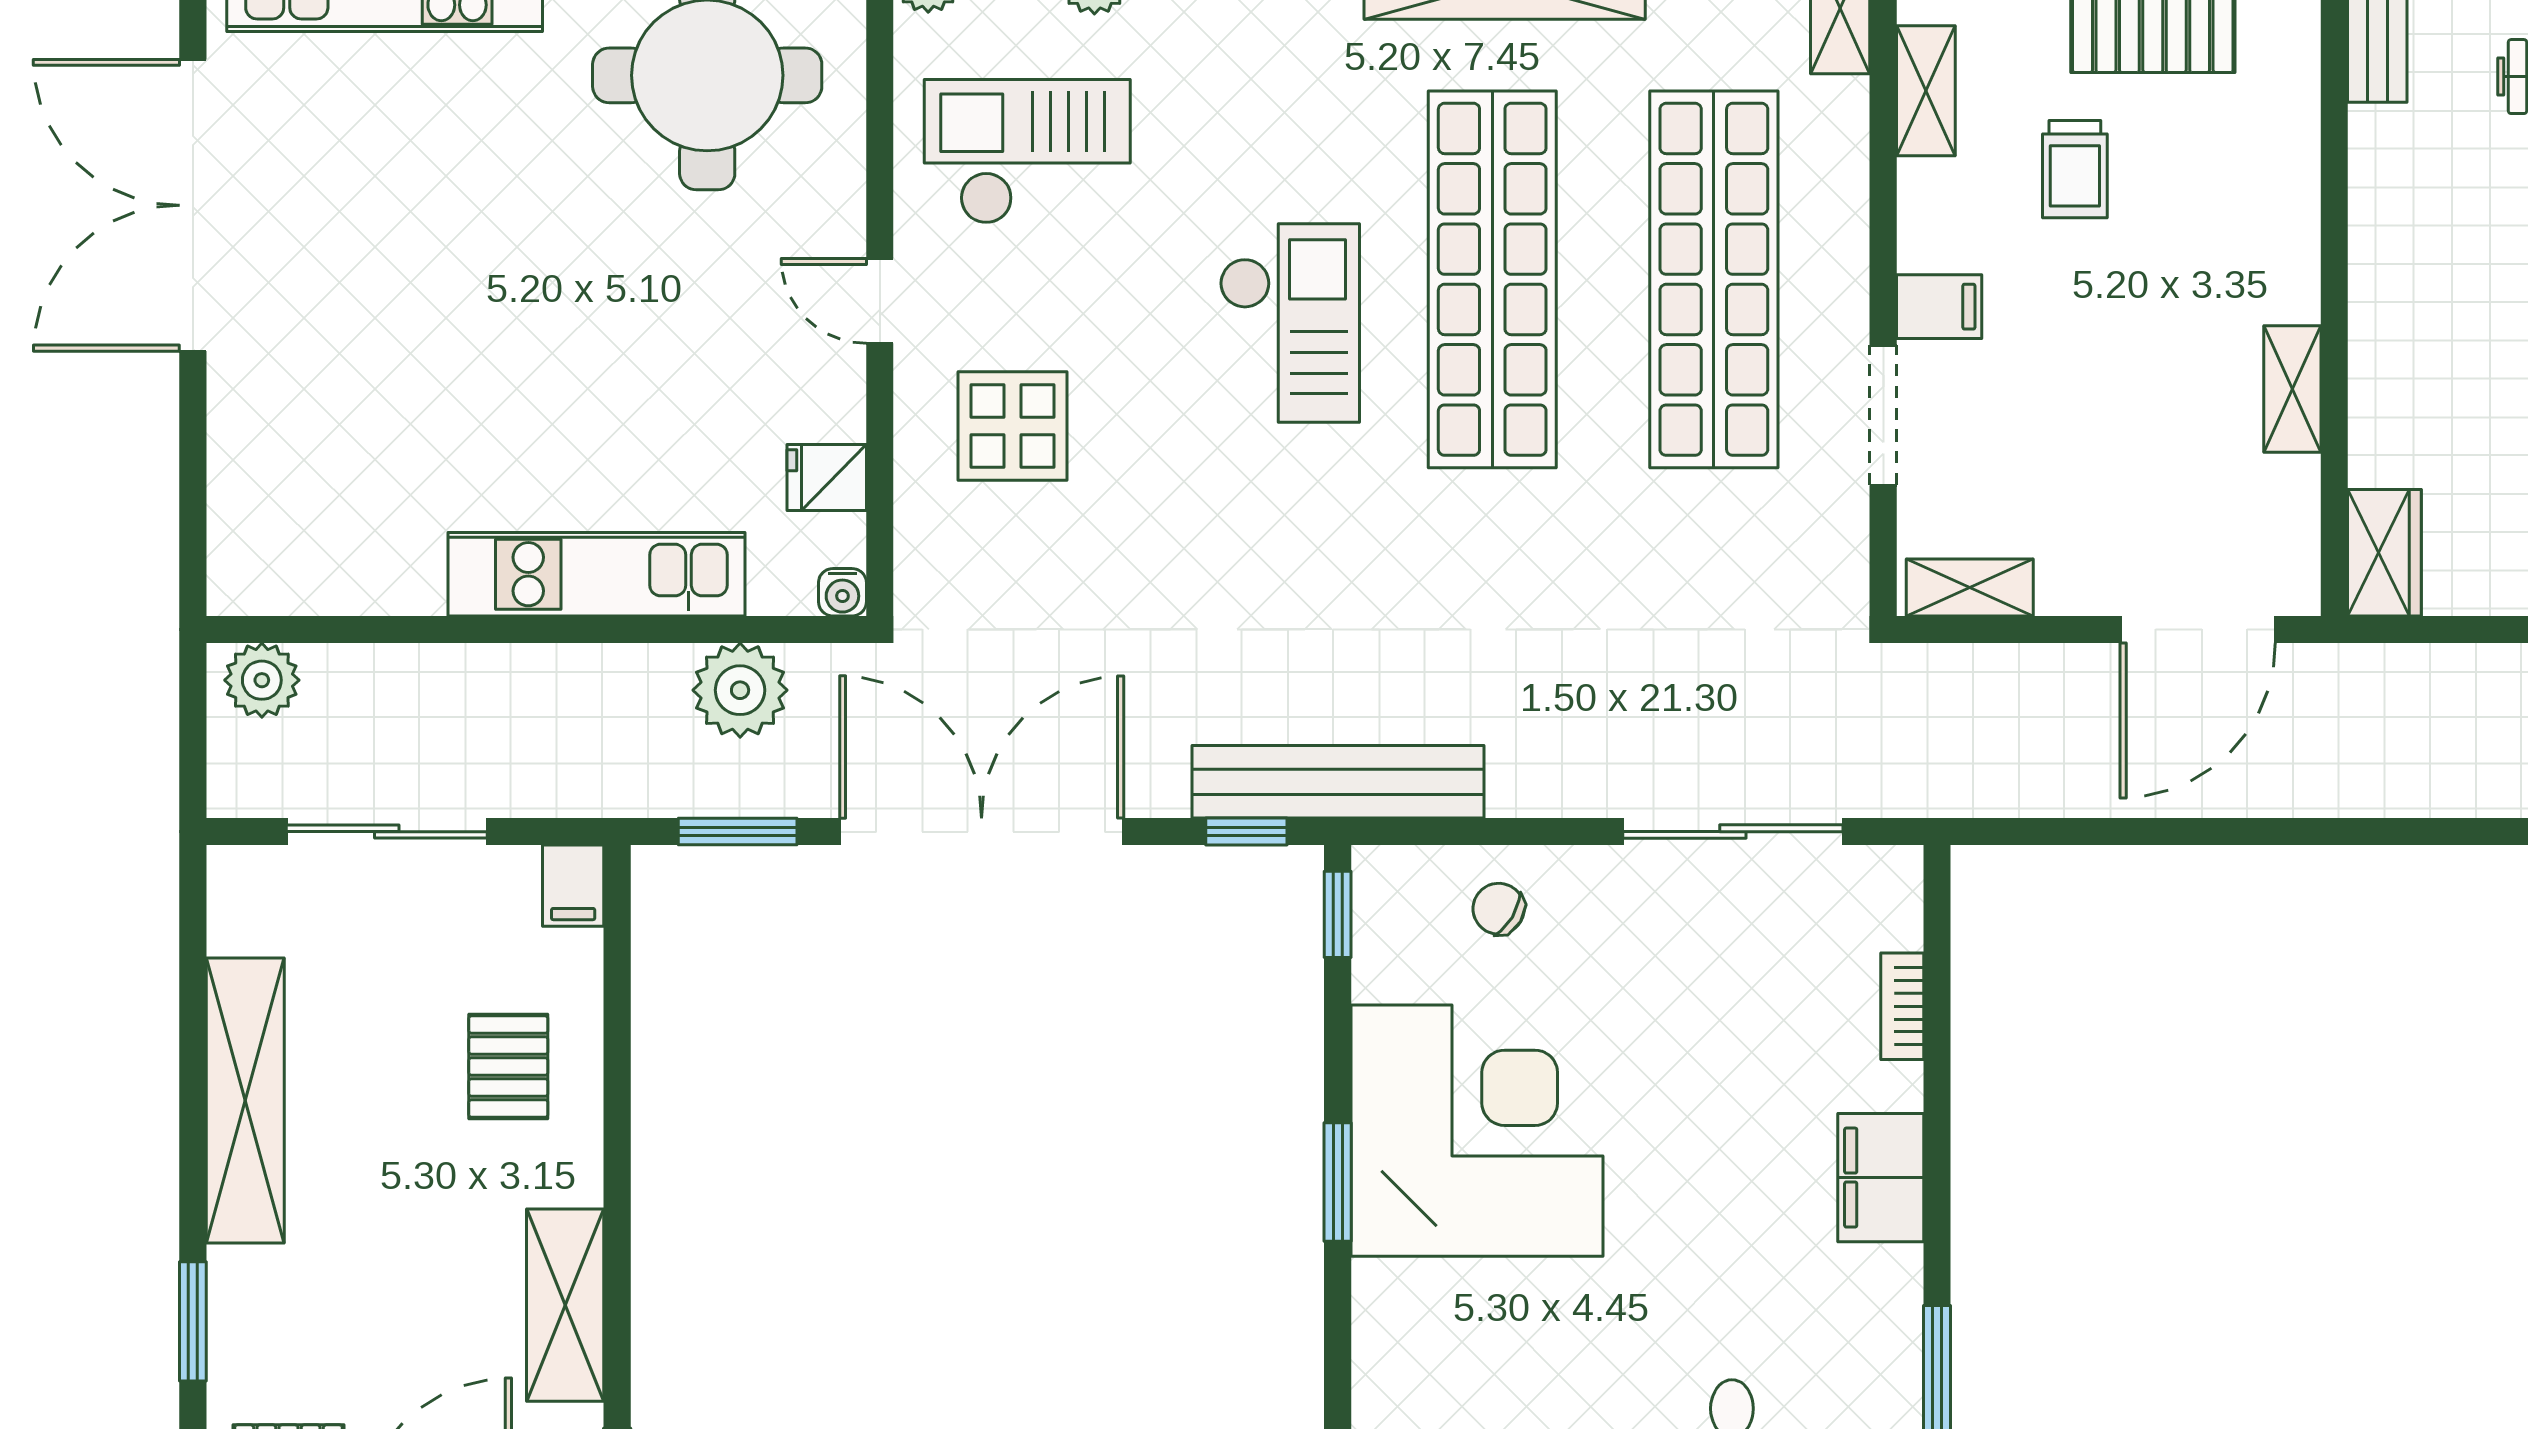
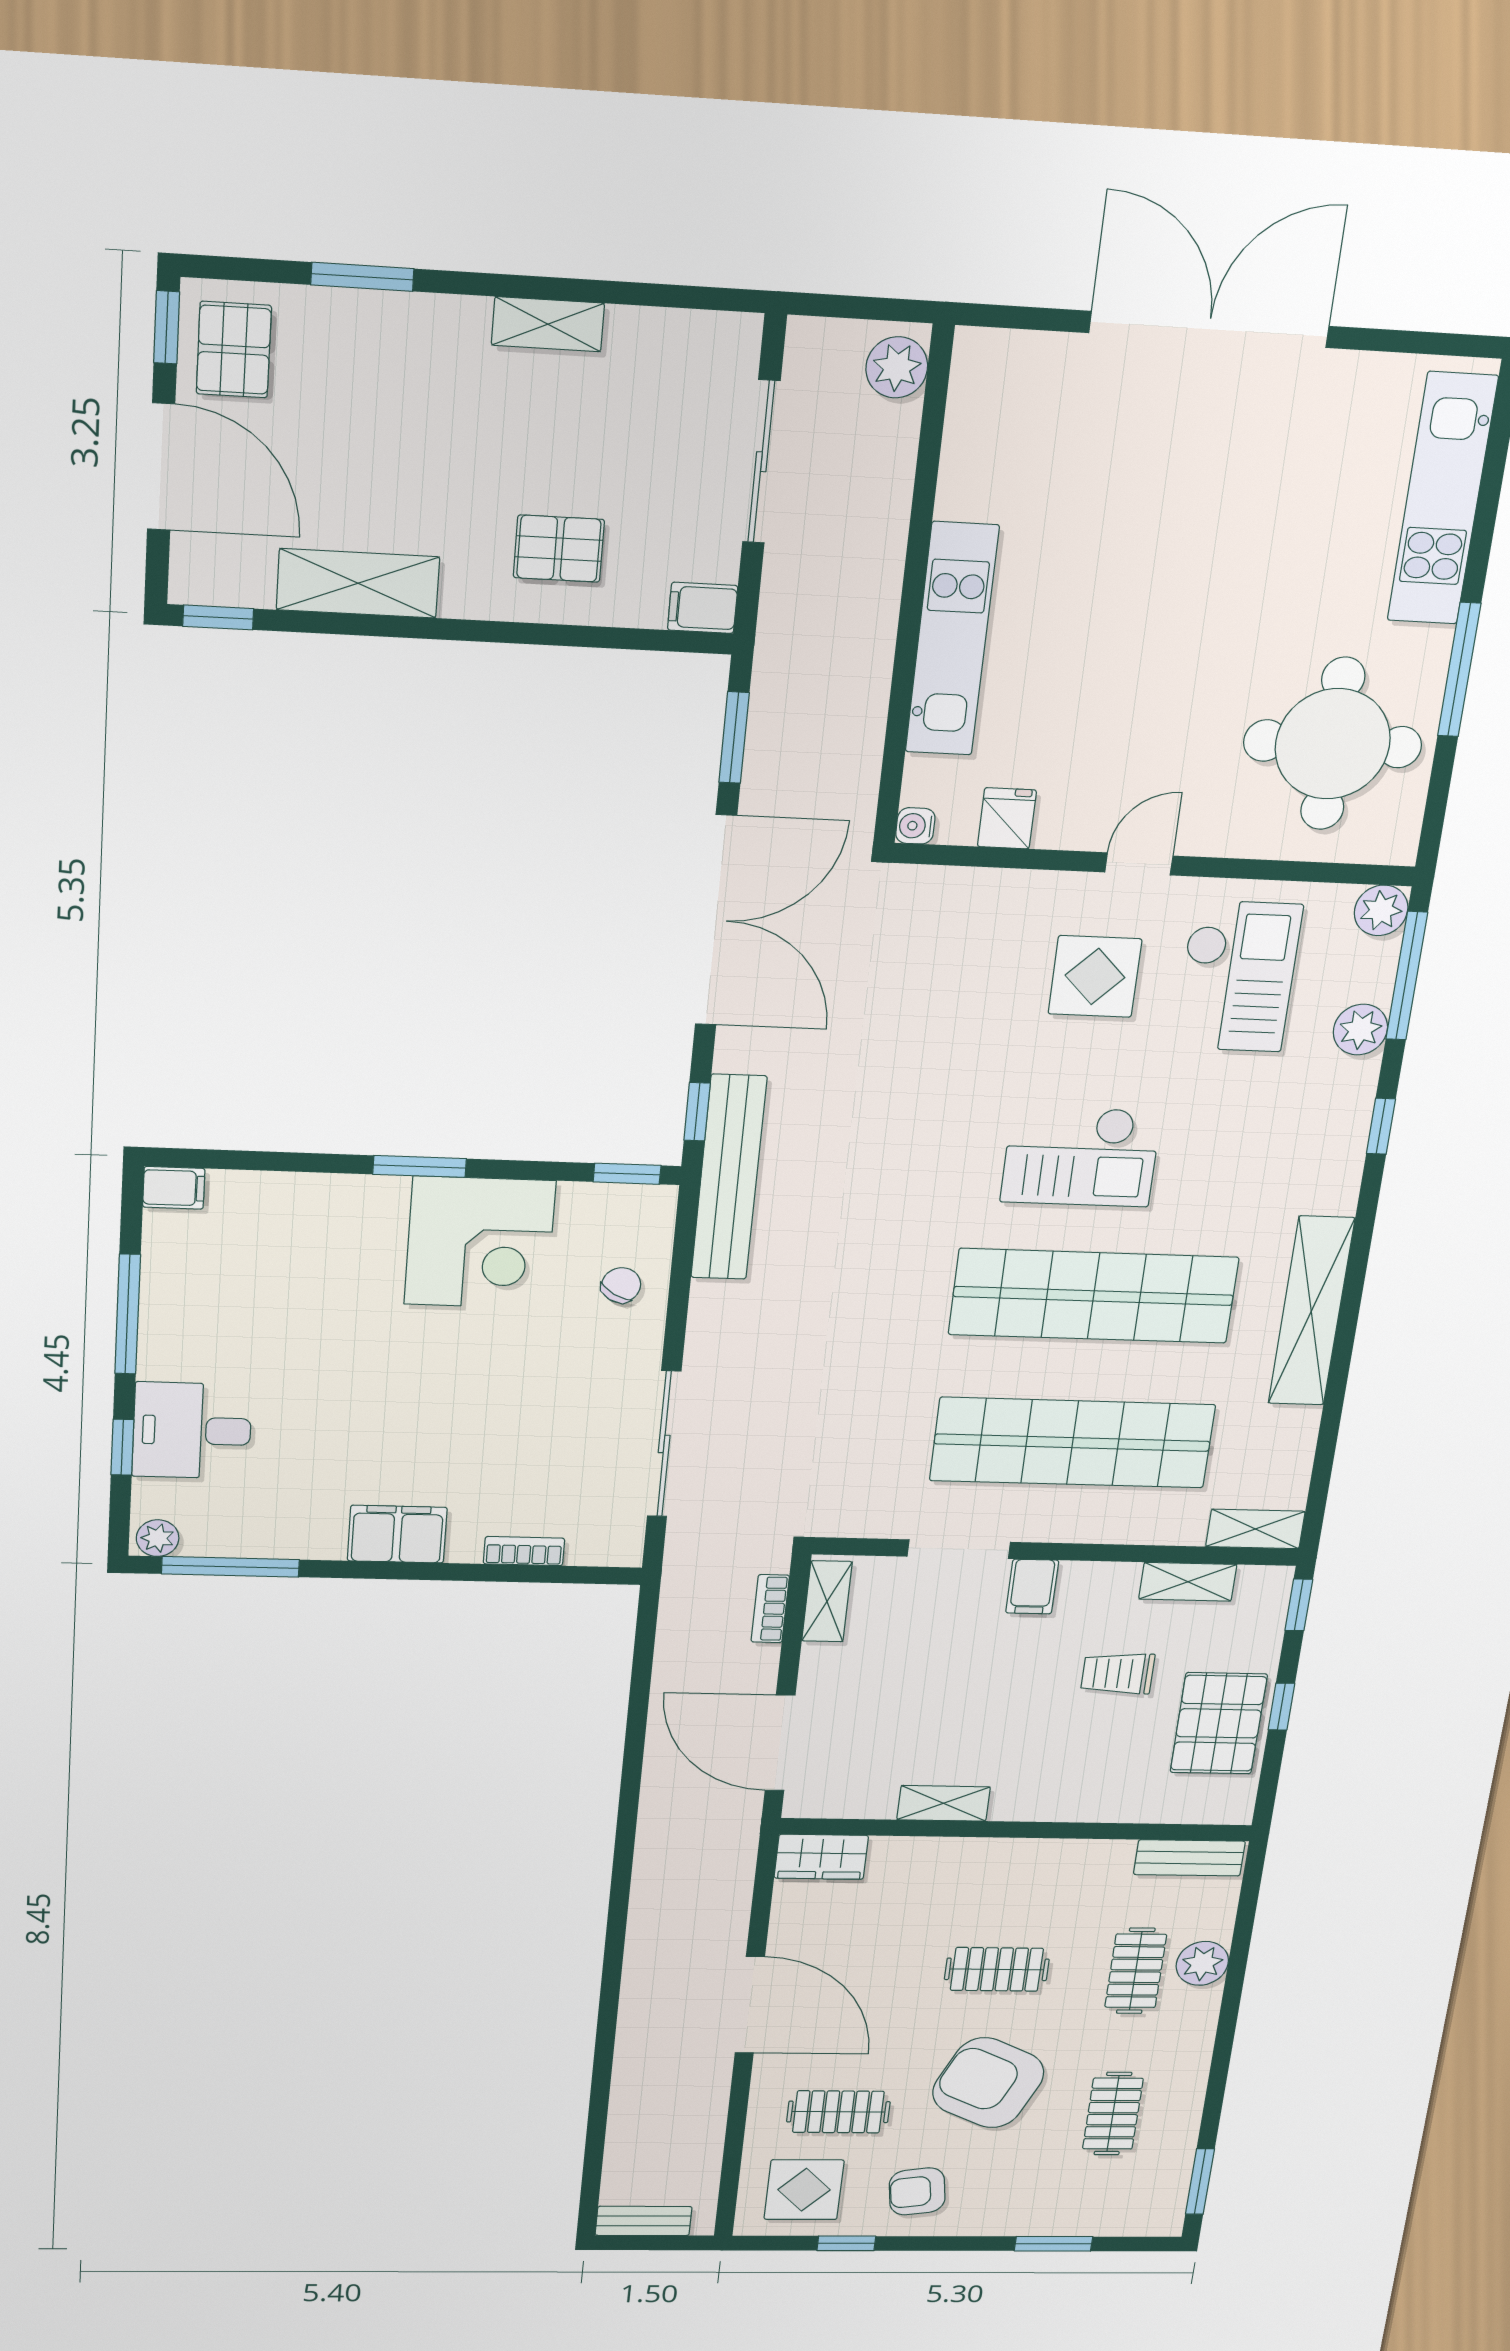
double door: (193, 205) -> (1209, 329), moved
display table: (1012, 426) -> (1095, 976), moved
bookcase: (1983, 664) -> (770, 1609), added
plant: (740, 690) -> (847, 745), removed
shelving: (245, 1100) -> (548, 324), width x0.45, depth x0.75
corner desk: (1477, 1131) -> (480, 1243), width x0.74, depth x0.74

